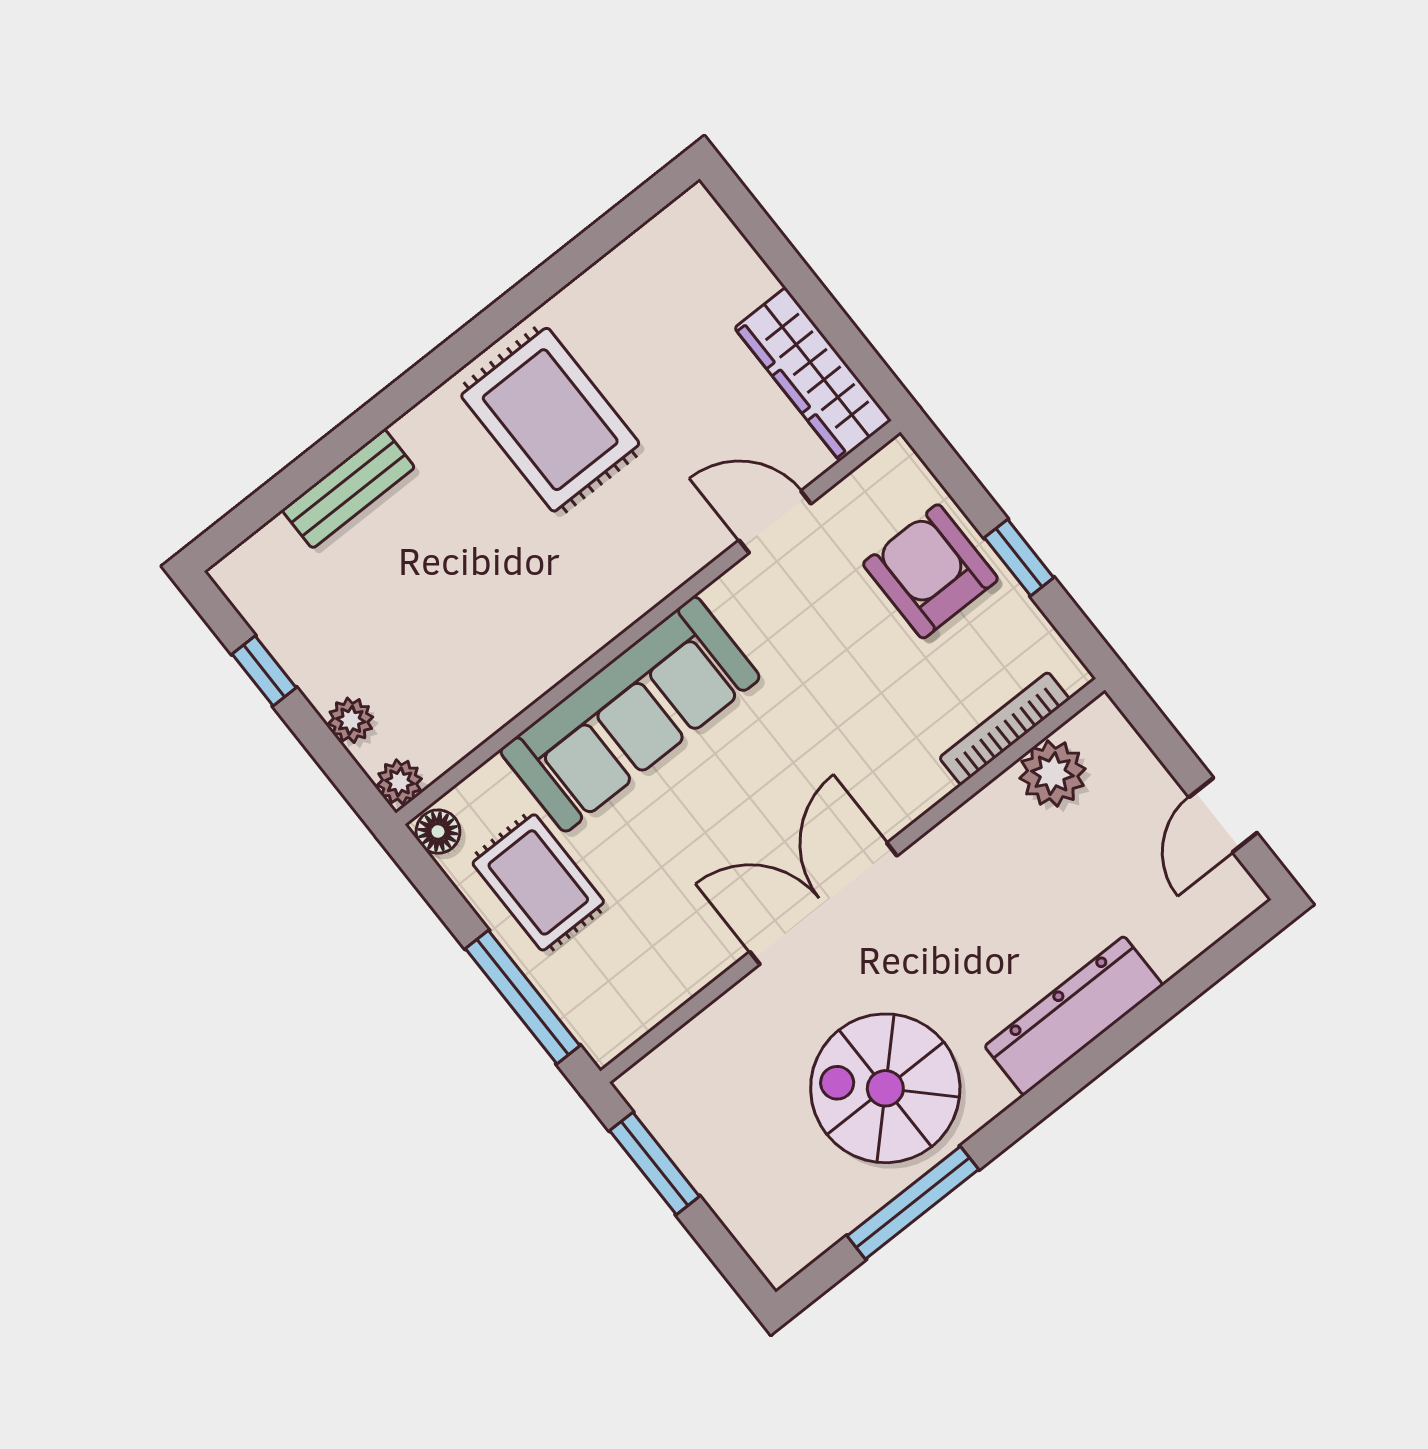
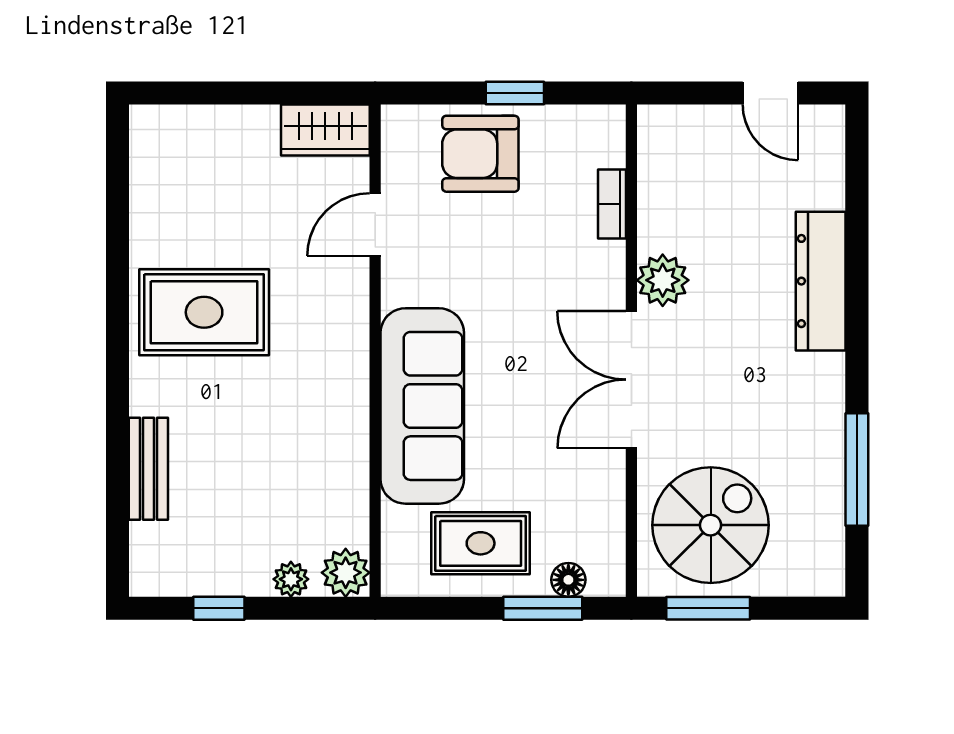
wardrobe: (813, 374) -> (325, 130), width x0.67
bookcase: (1004, 728) -> (612, 204), width x0.64
plant: (1053, 773) -> (663, 280), moved
plant: (400, 782) -> (346, 573), width x1.38, depth x1.38
floor lamp: (438, 832) -> (568, 580), moved
window: (523, 997) -> (543, 608), width x0.69
spiral stairs: (885, 1088) -> (711, 525), moved, turned 180

